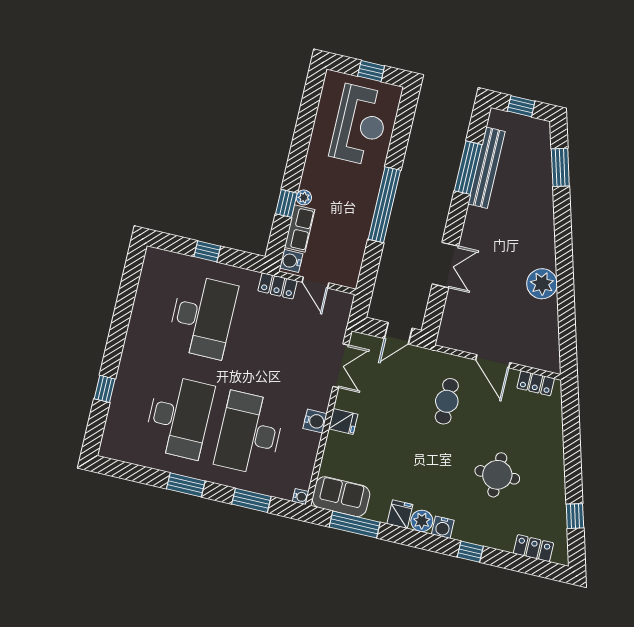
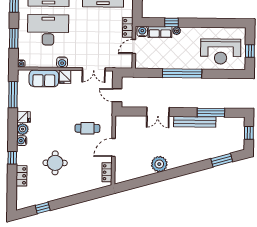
bench: (487, 168) -> (195, 122), moved
sofa: (341, 497) -> (44, 78), moved, turned 90
locker: (533, 548) -> (21, 176), moved

